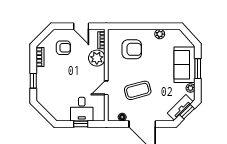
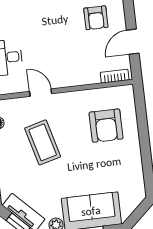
plant: (160, 34) -> (135, 167), removed
plant: (97, 58) -> (86, 72), removed

